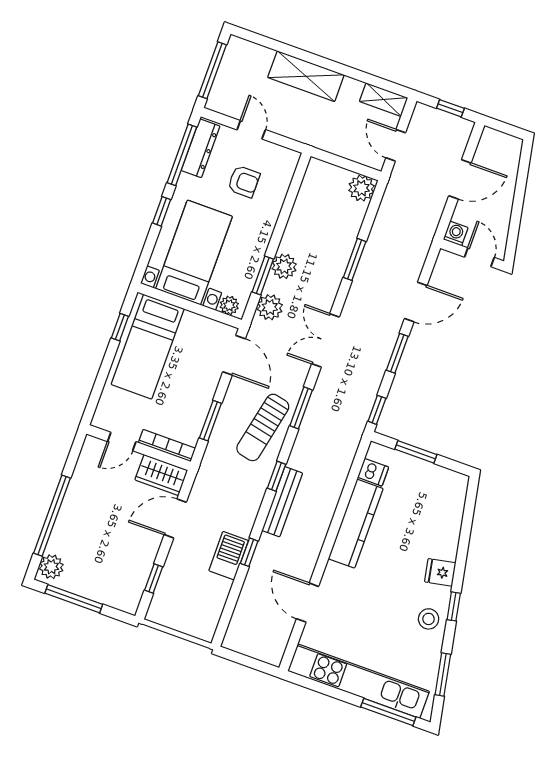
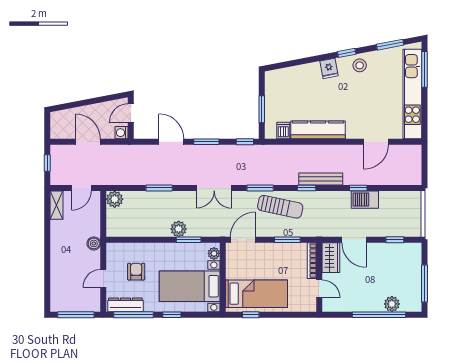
shelving: (306, 76) -> (59, 257), removed
boiler: (308, 134) -> (94, 243), added
plant: (270, 307) -> (206, 229), removed
plant: (51, 567) -> (392, 304), moved

